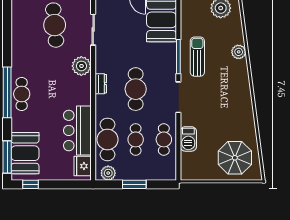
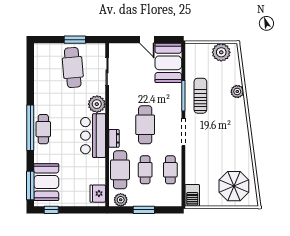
dresser: (101, 84) -> (114, 138), moved
bar counter: (77, 130) -> (93, 136), moved
barbecue: (188, 139) -> (192, 195), moved

